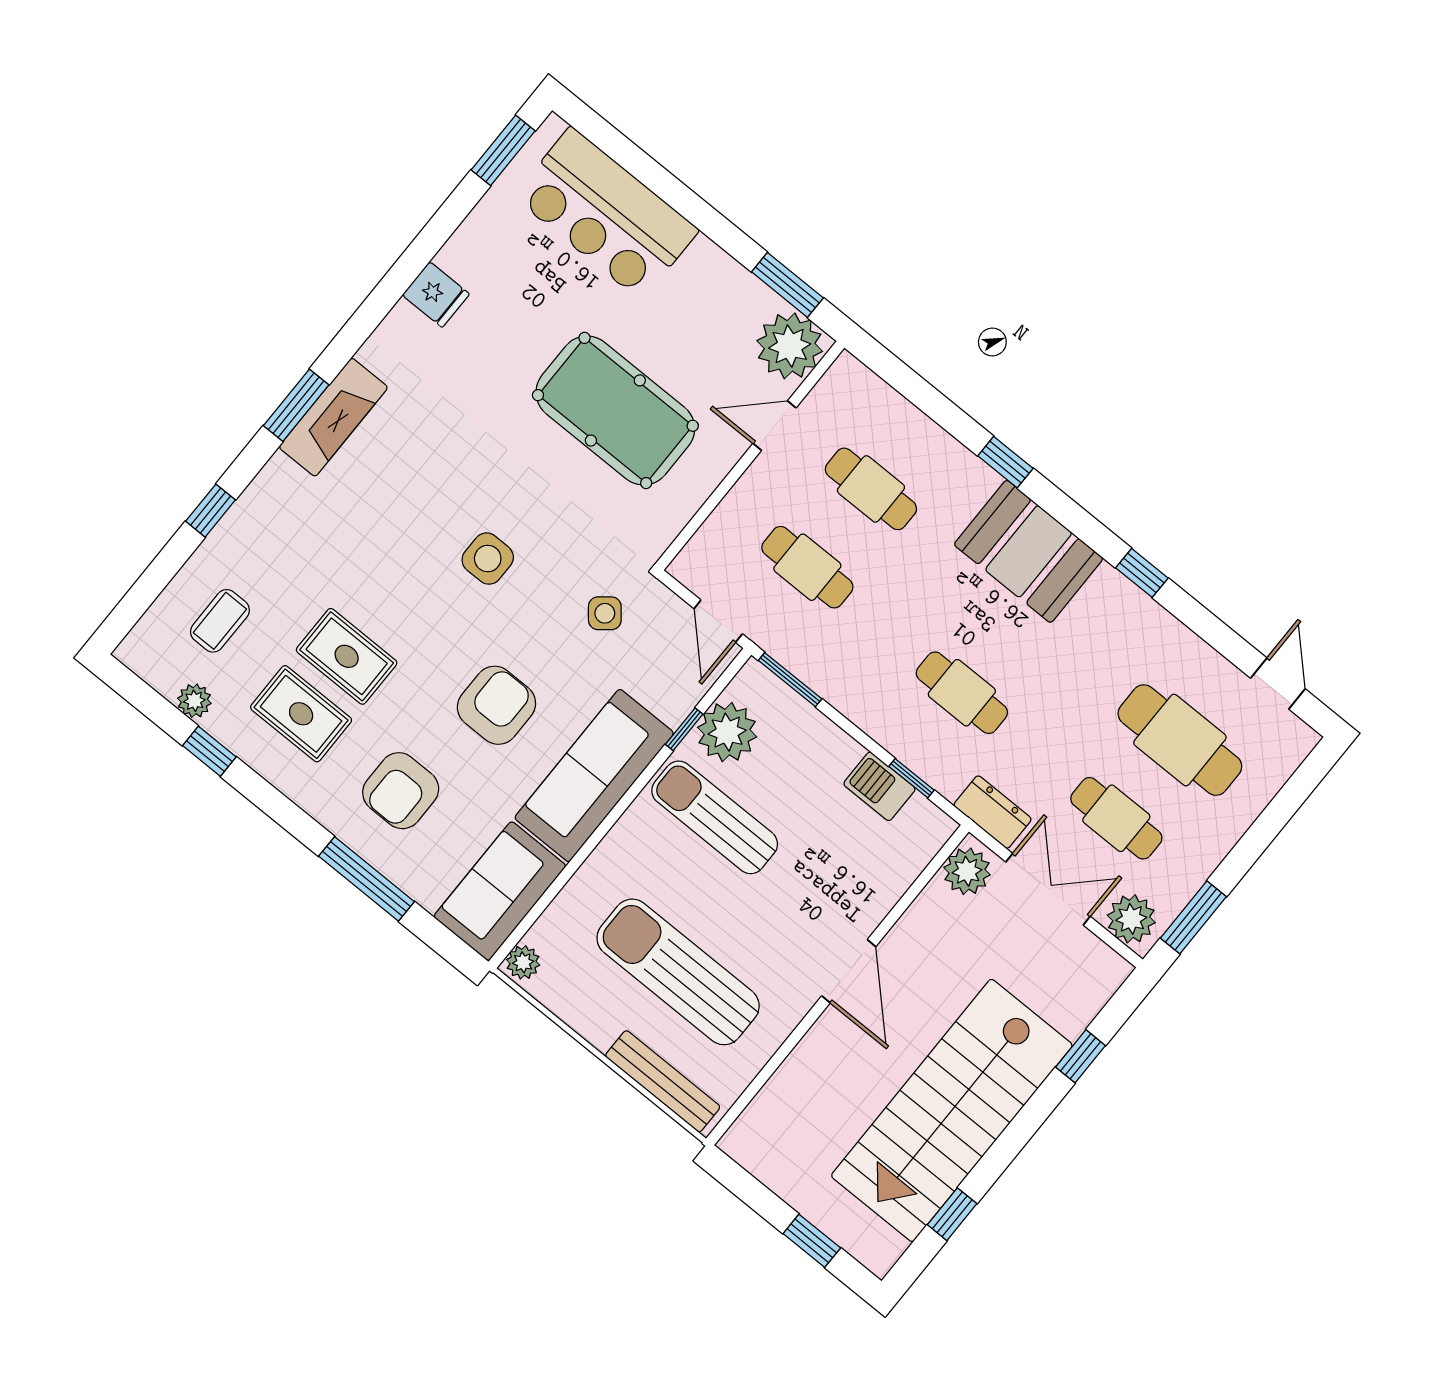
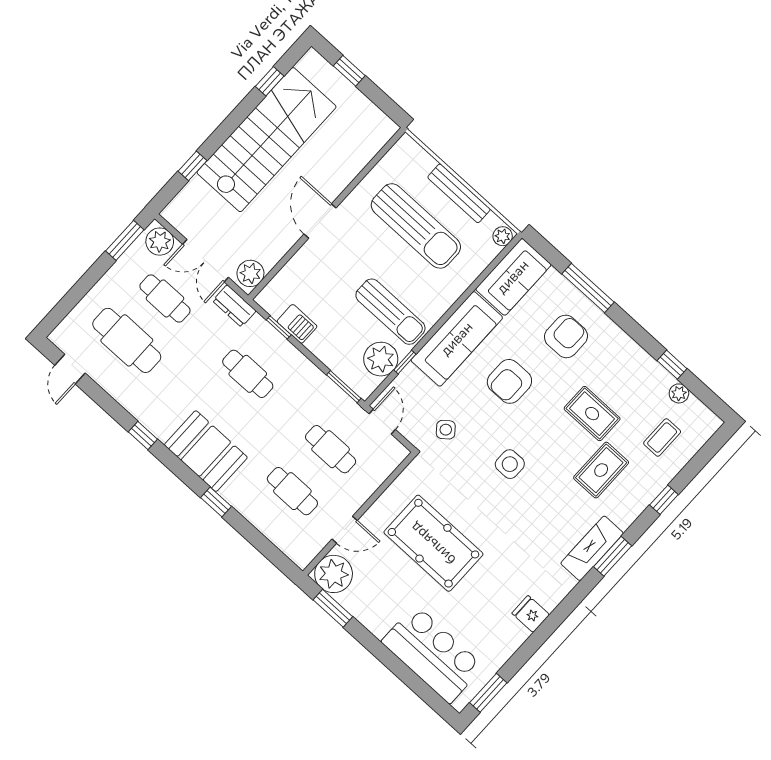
rug: (301, 714) -> (601, 470), moved, turned 90
bench: (663, 1081) -> (459, 193), moved

